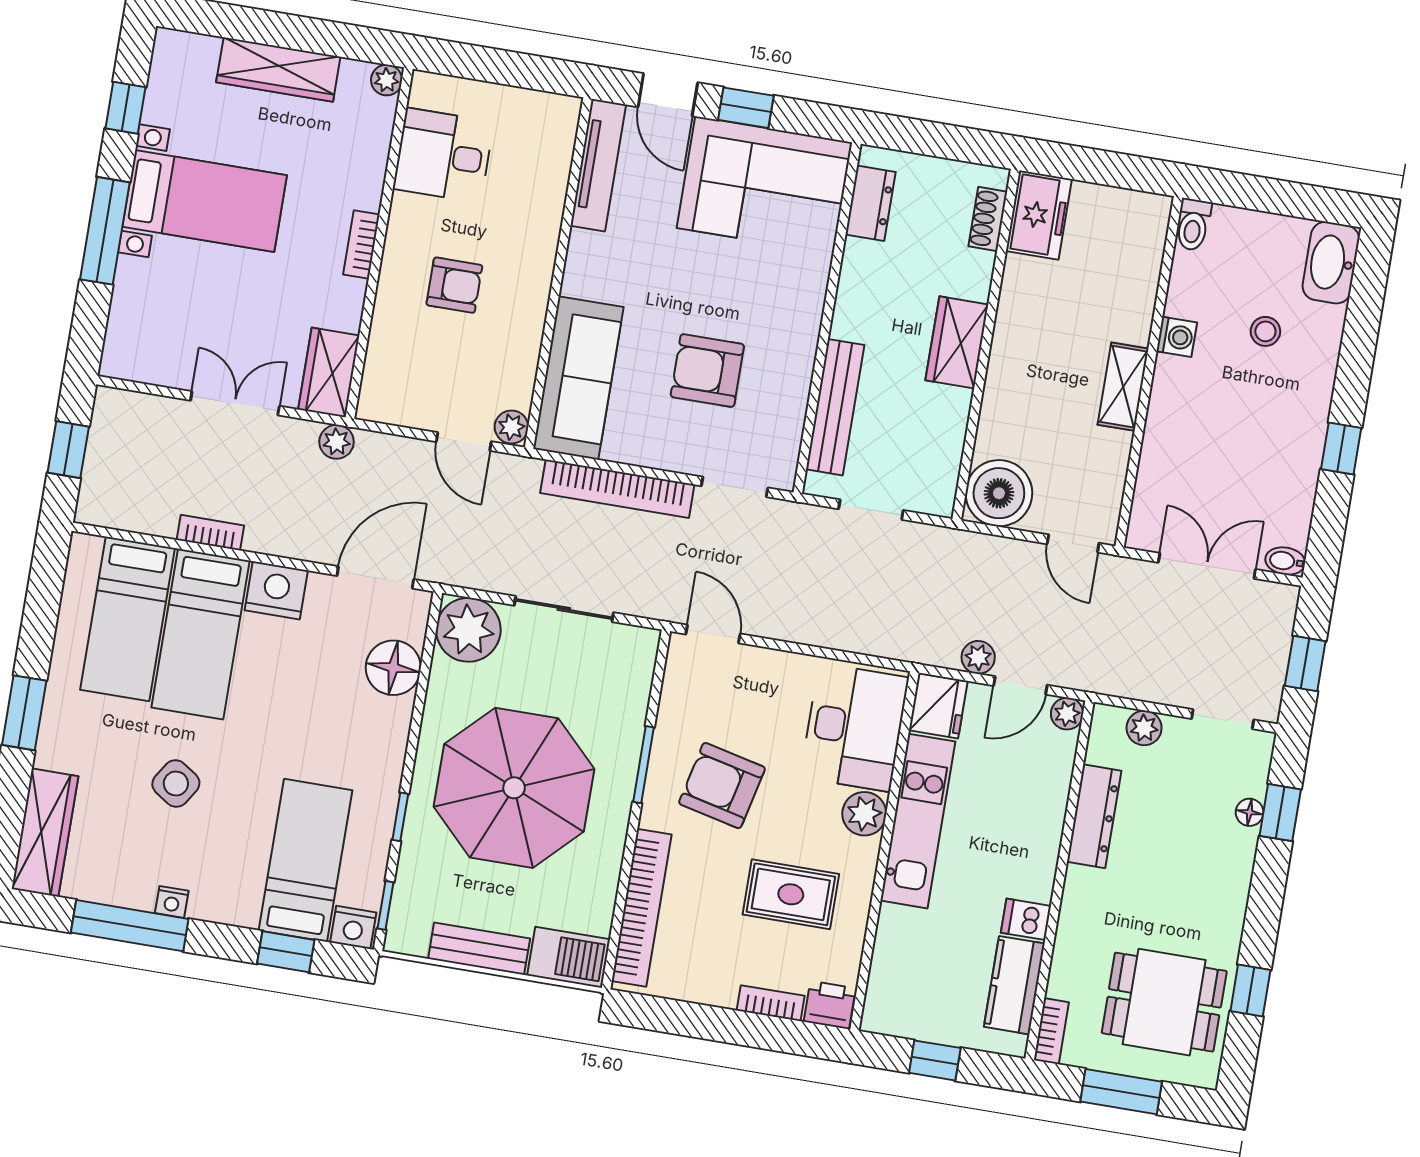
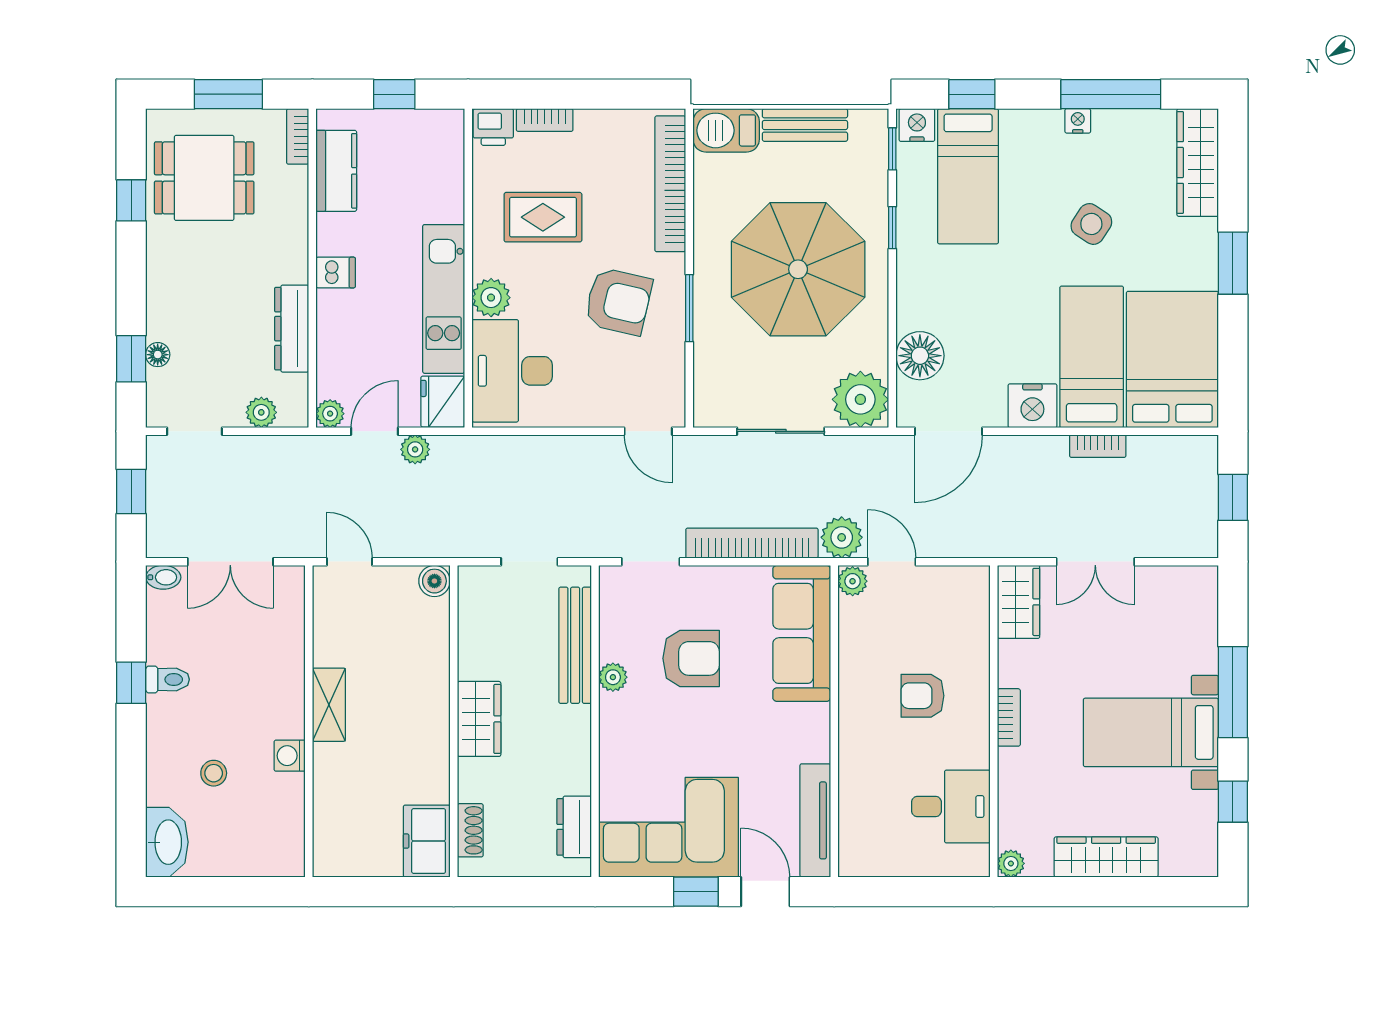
toilet: (1193, 225) -> (168, 679), moved, turned 90
plant: (799, 364) -> (613, 677), added
plant: (337, 442) -> (842, 537), moved, width x1.38, depth x1.38
boiler: (999, 493) -> (434, 581), width x0.54, depth x0.54
bed: (128, 619) -> (1172, 359), width x1.50
dishwasher: (1026, 919) -> (336, 272), moved

